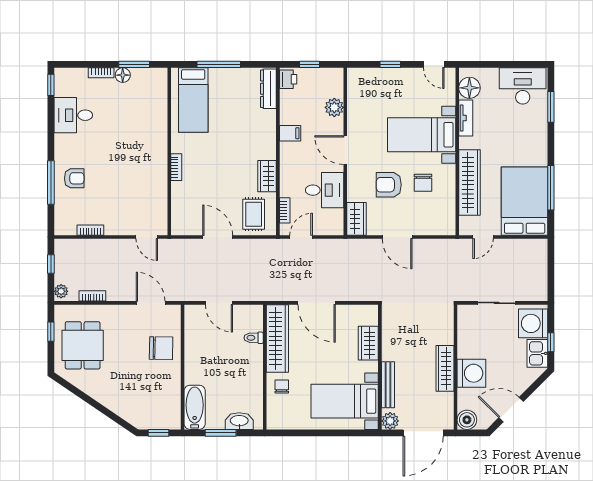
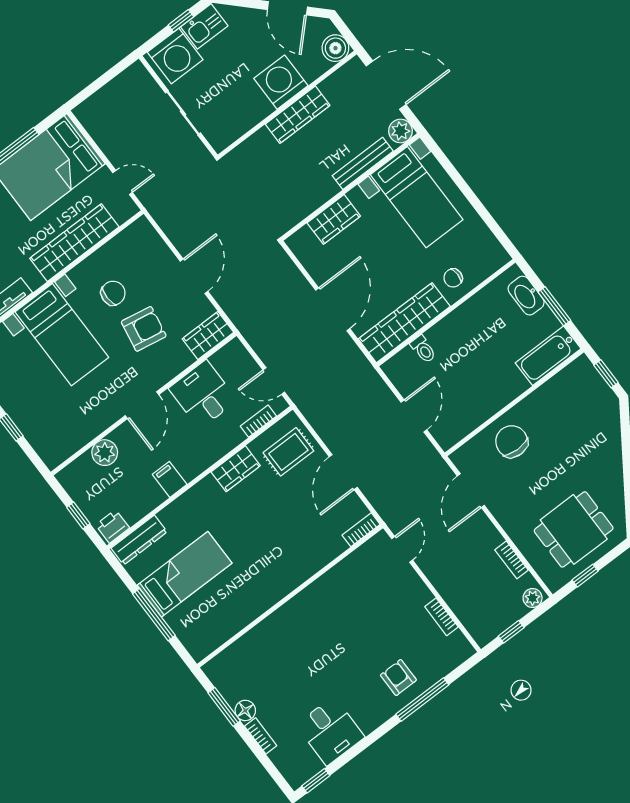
bed: (193, 100) -> (185, 574), moved
bookcase: (176, 167) -> (361, 530), moved
armchair: (389, 185) -> (144, 329), turned -80

